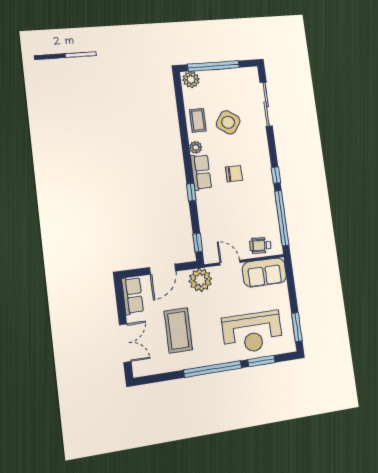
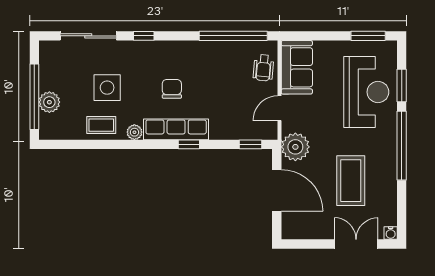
plant: (191, 80) -> (49, 102), moved
side table: (228, 122) -> (107, 88), turned -34
row of seats: (201, 172) -> (176, 129), width x1.48
window: (276, 175) -> (144, 36), moved
door: (163, 269) -> (277, 190), width x1.36
row of seats: (133, 296) -> (303, 229), removed
coffee table: (178, 330) -> (351, 181), turned 90
water cooler: (138, 371) -> (391, 233), added

